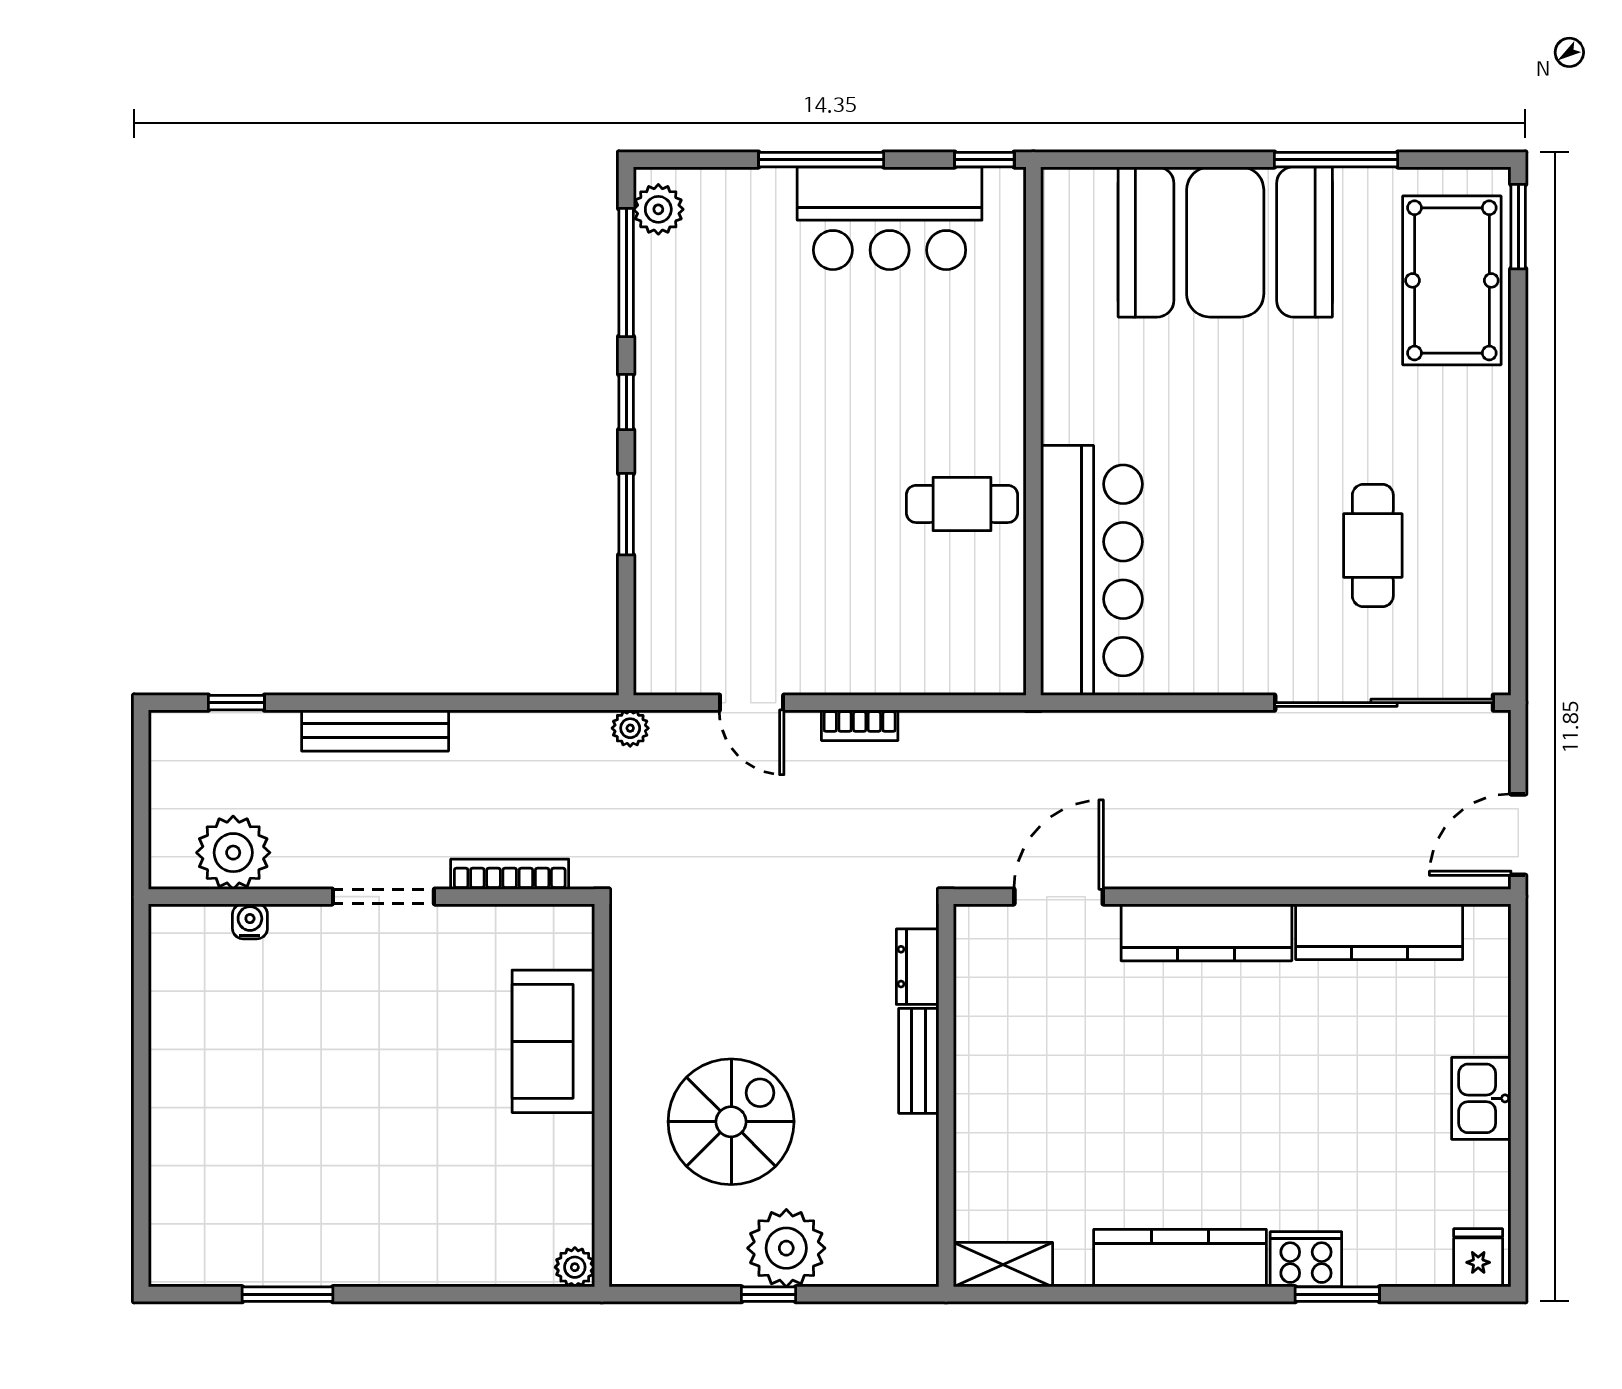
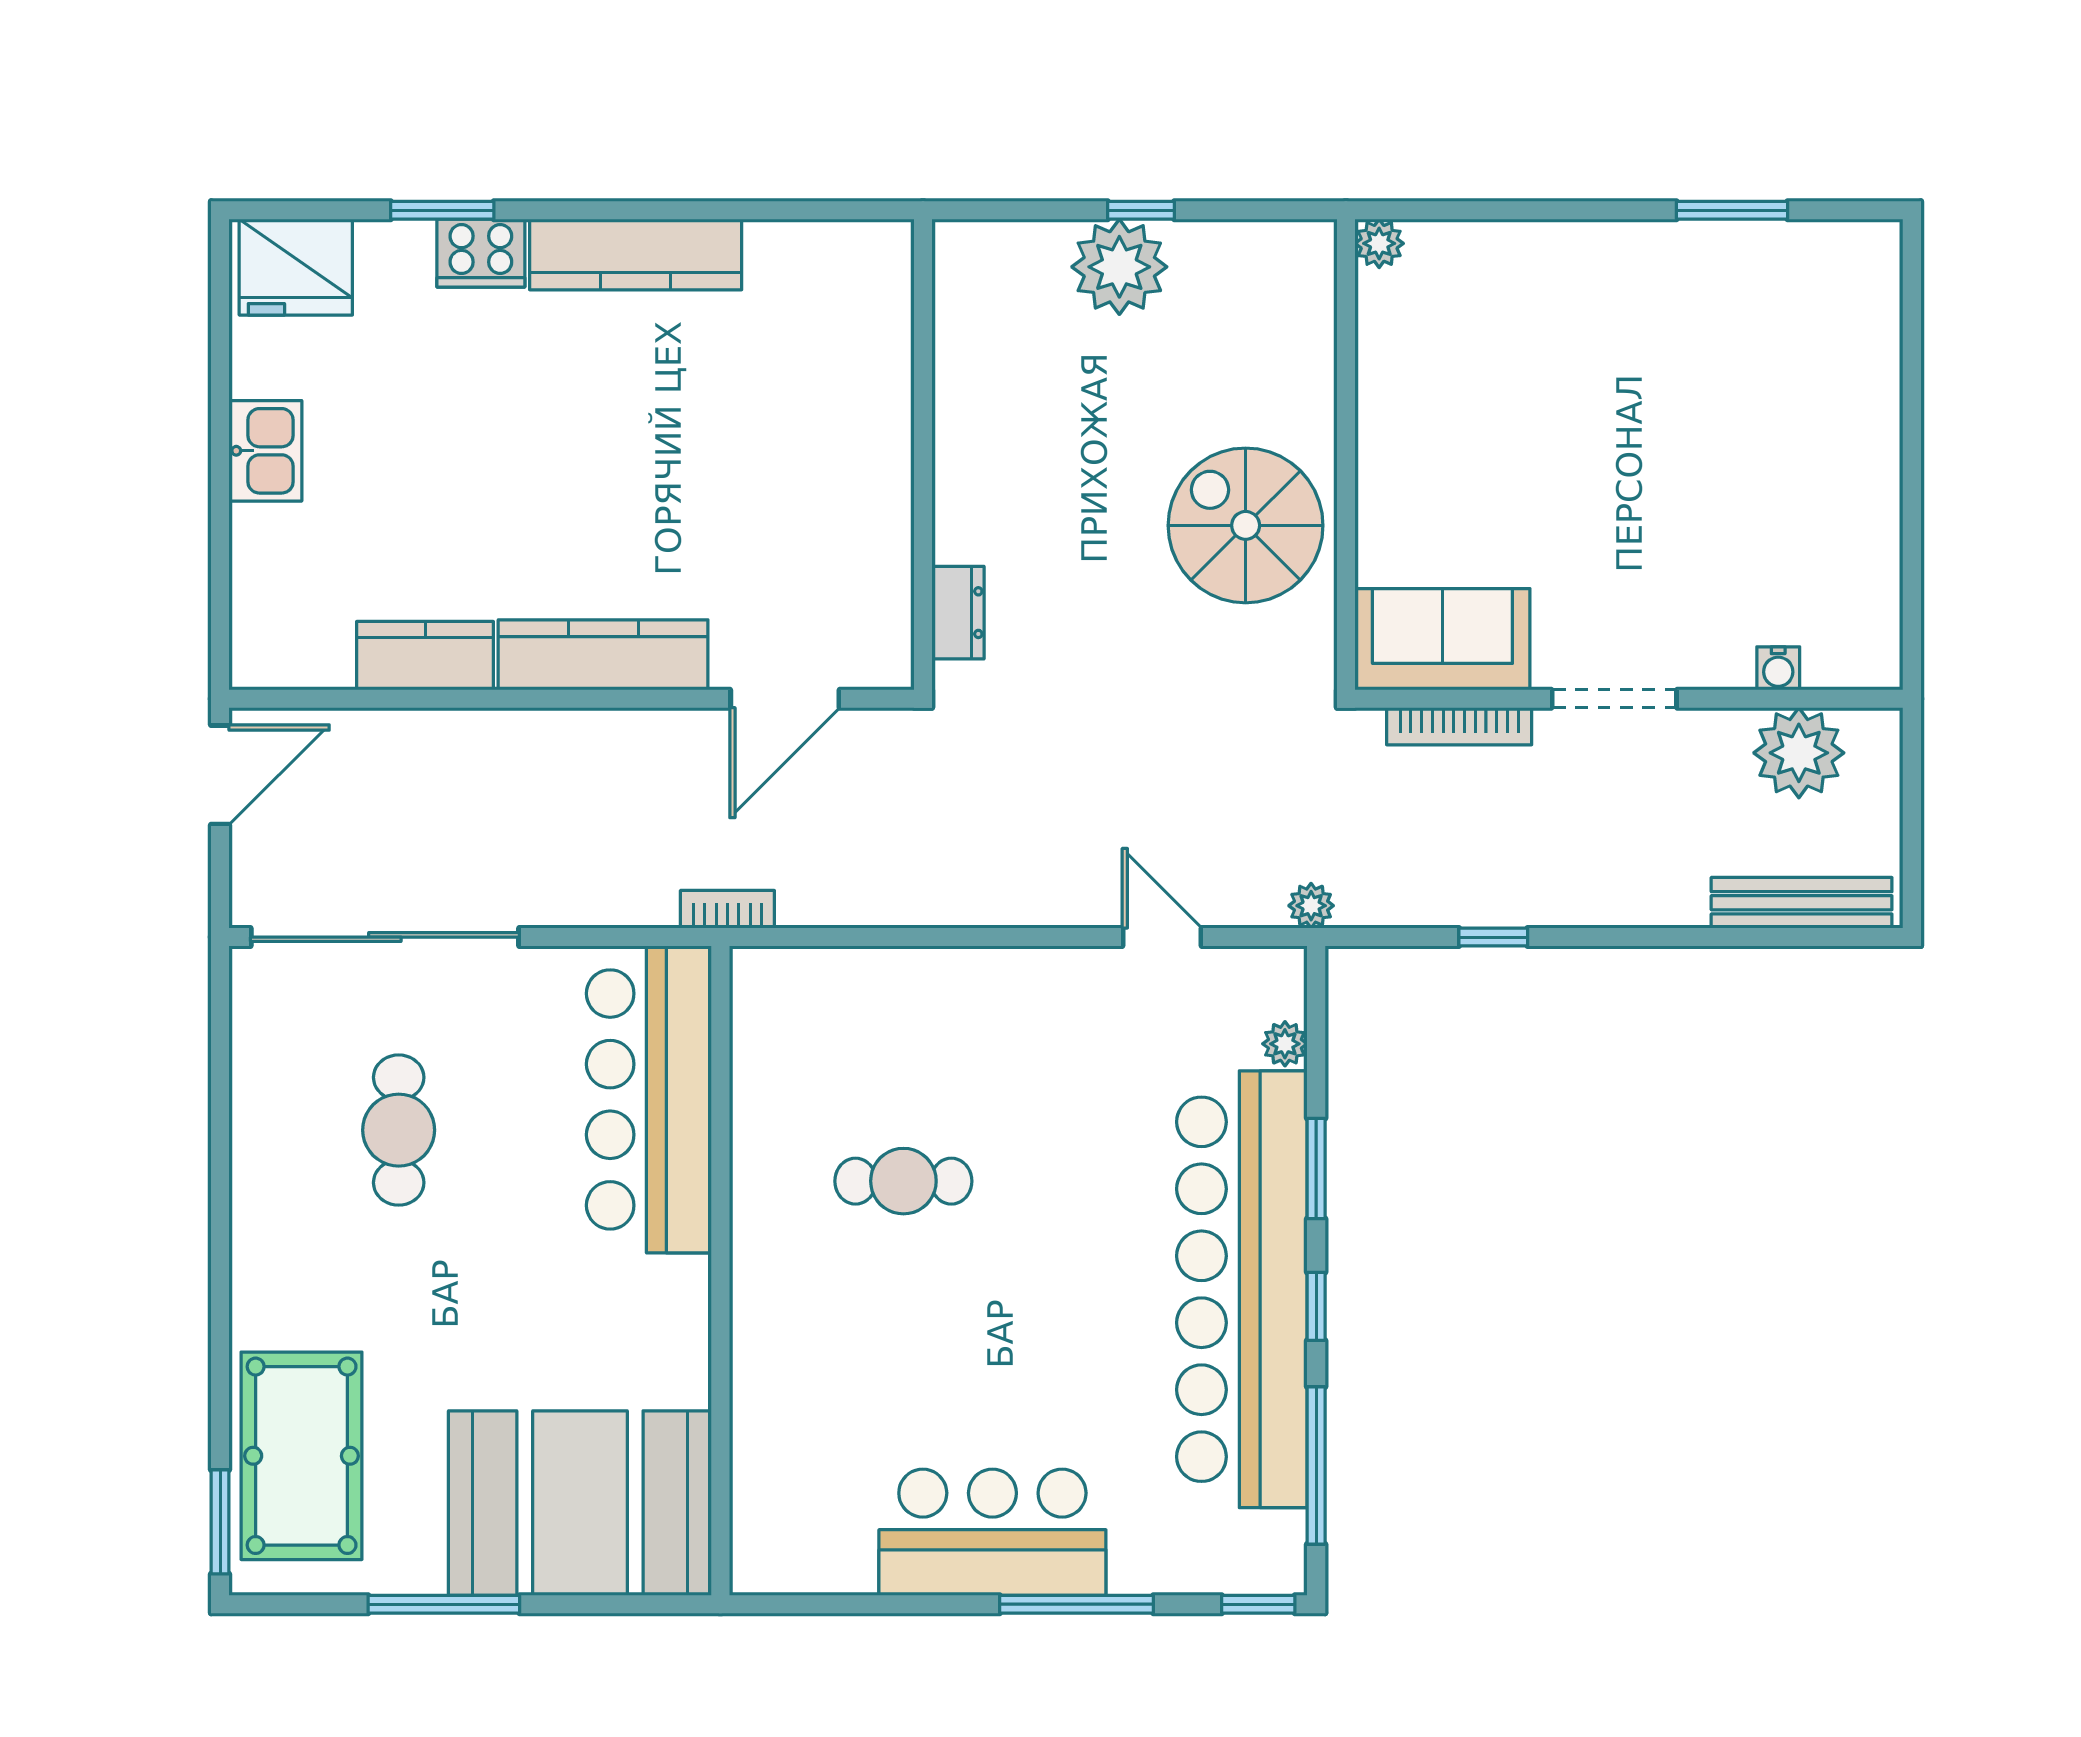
window: (984, 160) -> (1258, 1604), moved
plant: (658, 209) -> (1285, 1044), moved, width x0.73, depth x0.73
bar counter: (686, 416) -> (1242, 1289), added
wall: (1033, 431) -> (720, 1271), moved
bar counter: (1092, 570) -> (649, 1099), moved
window: (236, 703) -> (1493, 937), moved
bookcase: (860, 725) -> (727, 909), moved
bench: (375, 731) -> (1802, 903), moved
kitchen counter: (1379, 932) -> (425, 656), width x0.67
sofa: (553, 1041) -> (1442, 639), moved, turned -90
bench: (919, 1061) -> (957, 497), removed
spiral stairs: (731, 1122) -> (1246, 525), moved, turned 90
fridge: (1478, 1258) -> (296, 267), width x1.88, depth x1.34
shelving: (1003, 1265) -> (853, 247), removed

